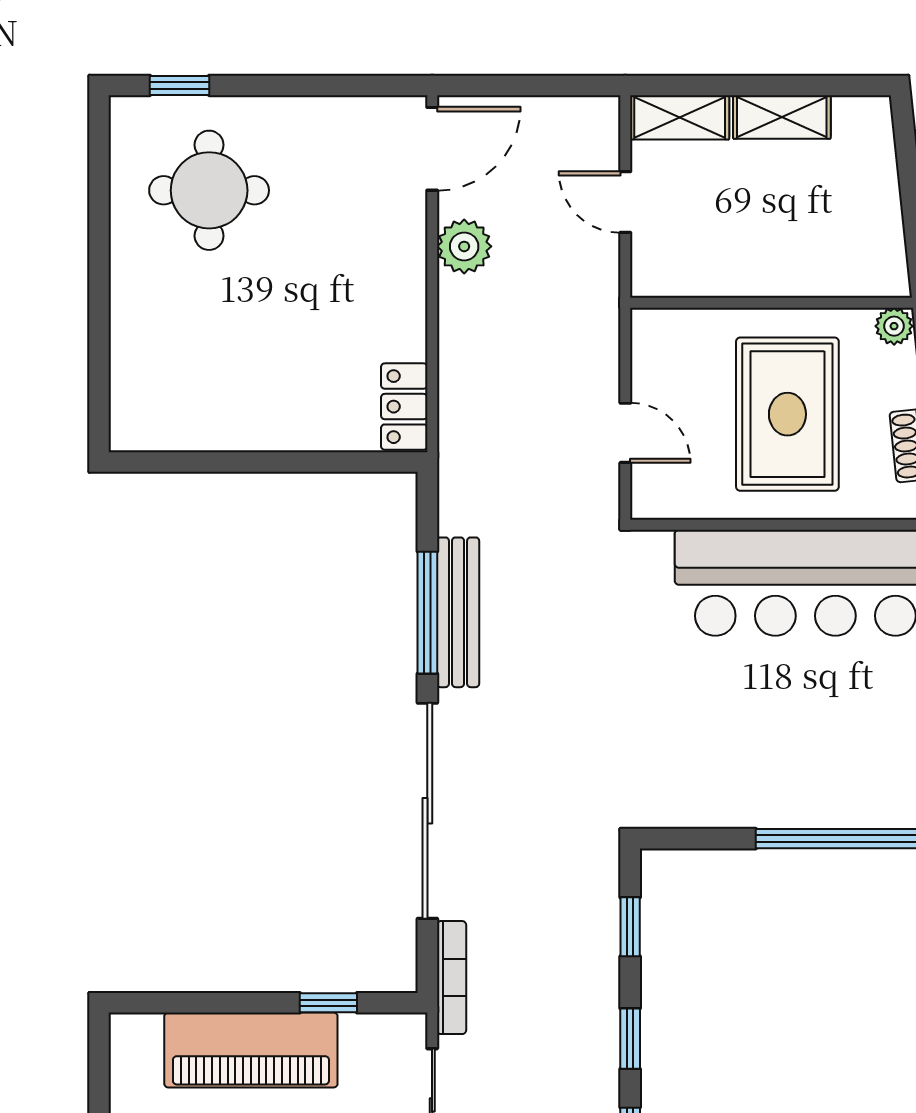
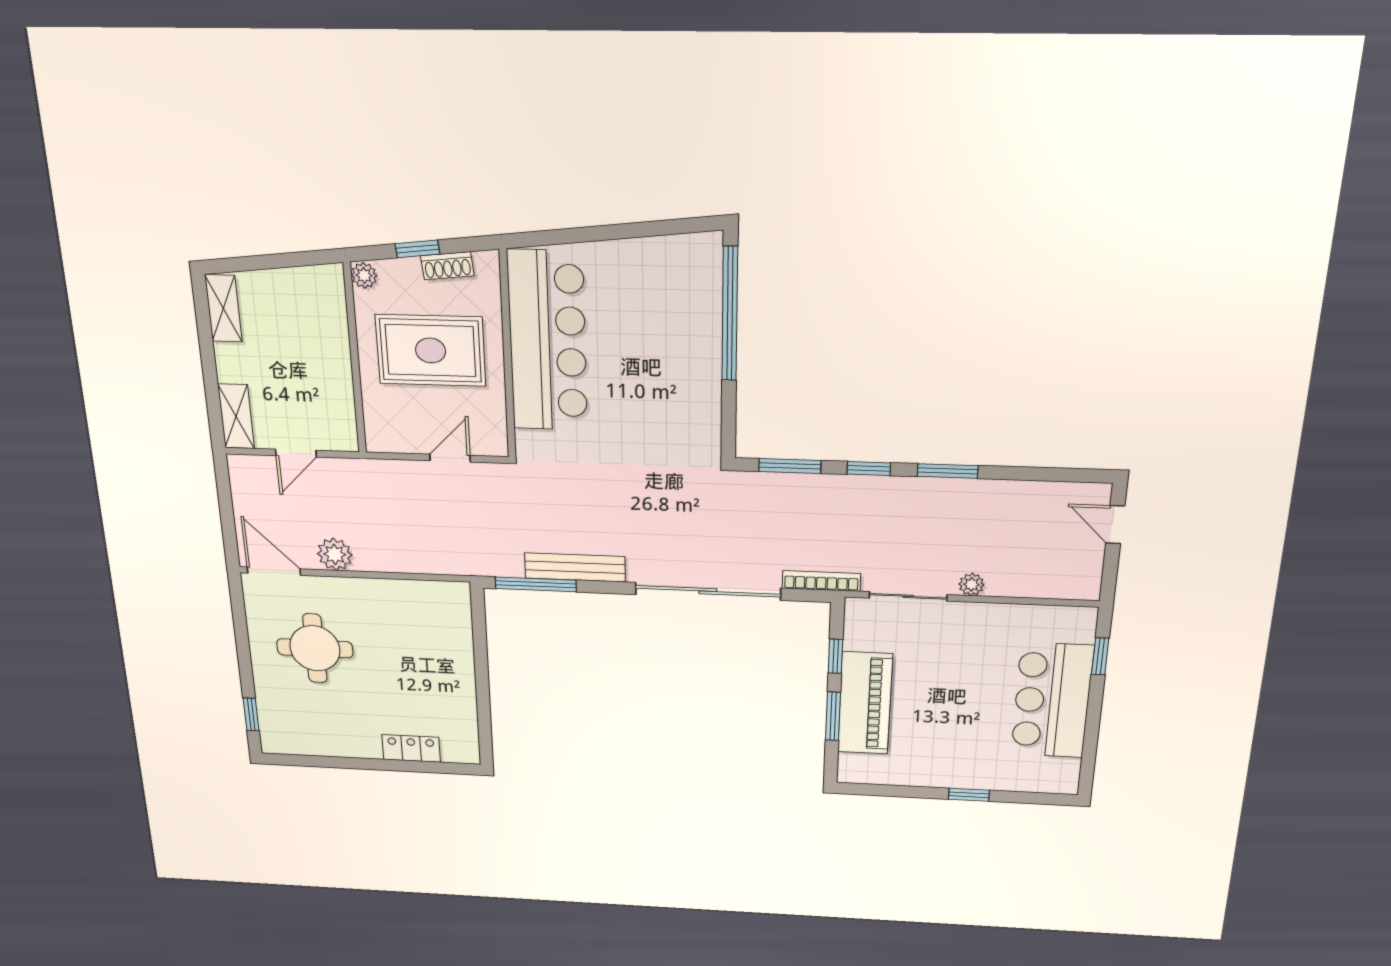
shelving: (782, 117) -> (223, 308), moved
round table: (209, 190) -> (315, 648), moved
locker: (404, 407) -> (411, 748), moved, turned 180
window: (427, 613) -> (536, 584), moved
window: (630, 927) -> (790, 466), width x1.50
window: (226, 1003) -> (833, 716), added

